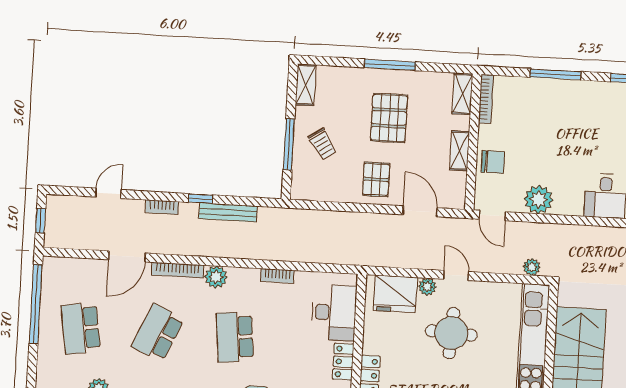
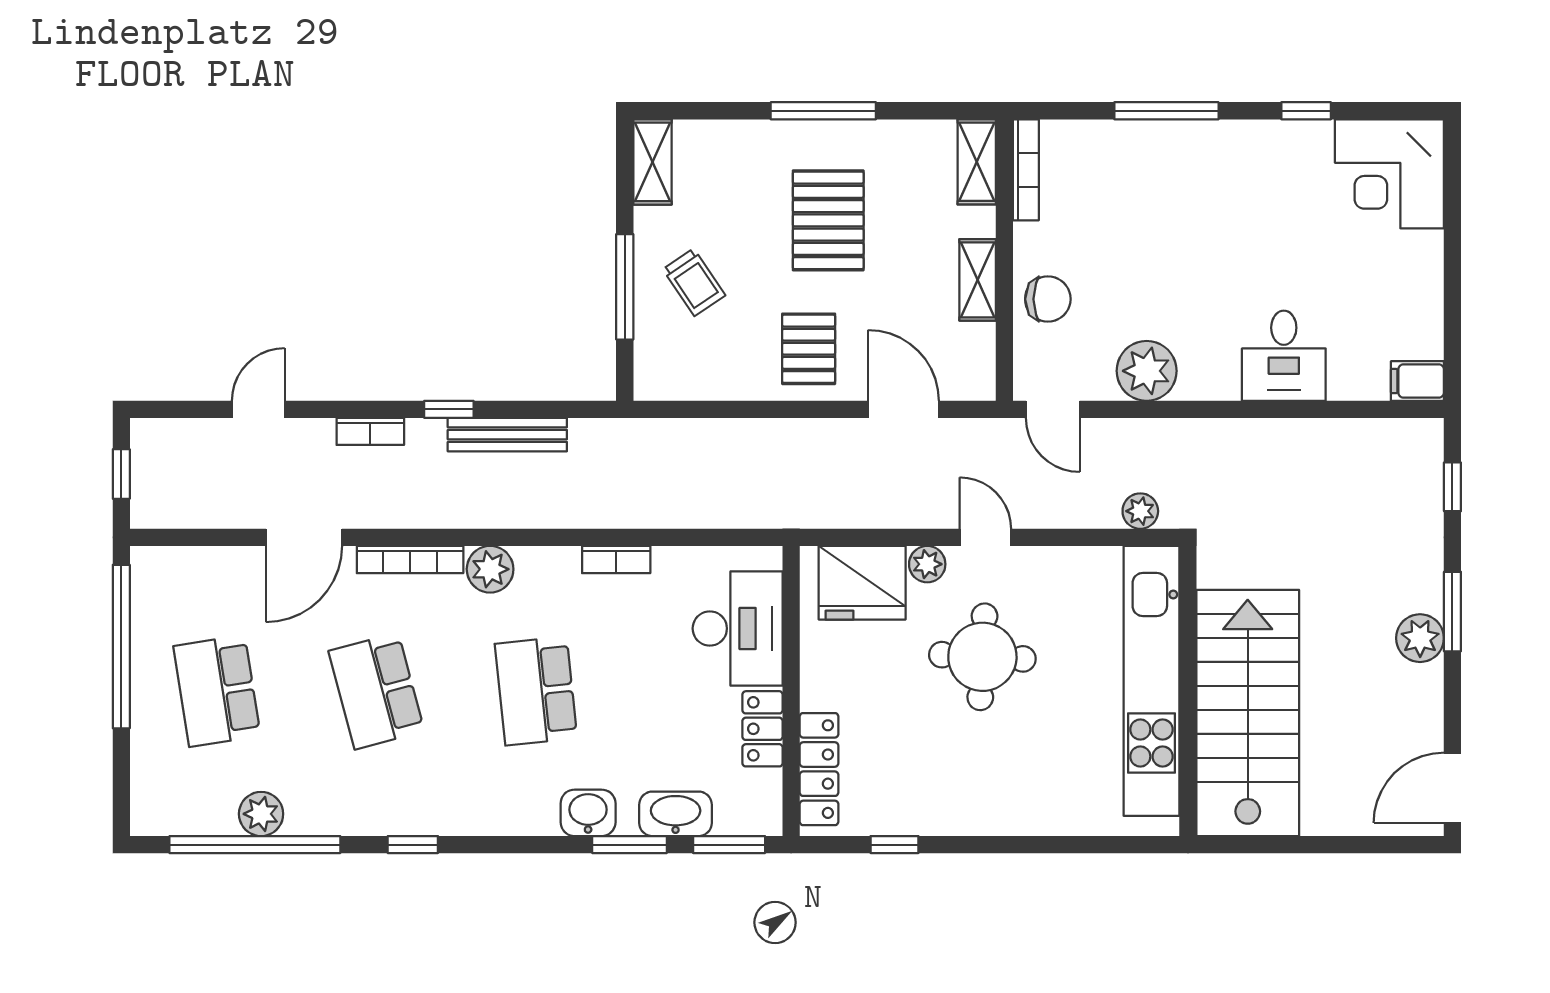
school desk: (158, 333) -> (376, 691), turned -39

